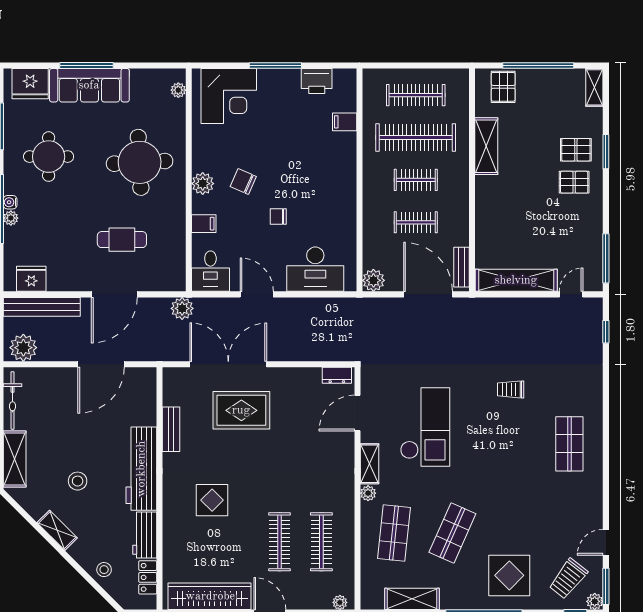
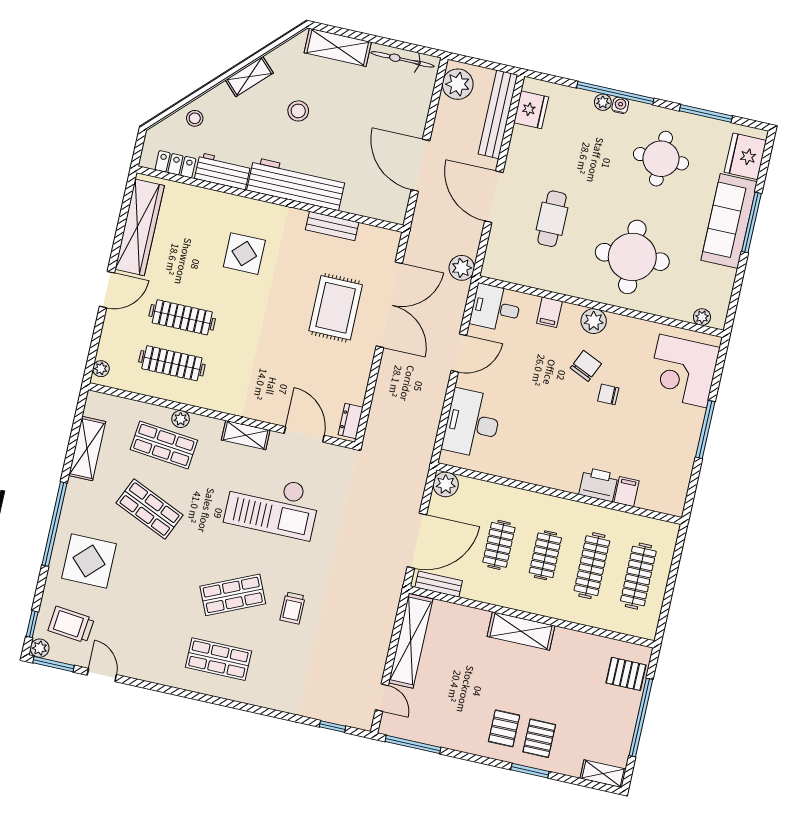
printer: (317, 81) -> (598, 484), moved, turned 90
clothes rail: (416, 137) -> (592, 566), width x0.73, depth x0.76
shelving: (486, 146) -> (521, 631), moved
chair: (278, 216) -> (608, 394), moved, turned -90
trolley: (511, 389) -> (293, 608), turned 180
shop shelf: (511, 444) -> (233, 595), added
plant: (368, 493) -> (181, 419), moved
trolley: (568, 579) -> (71, 625), turned -32

